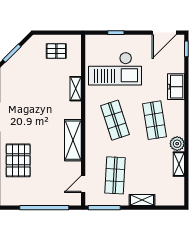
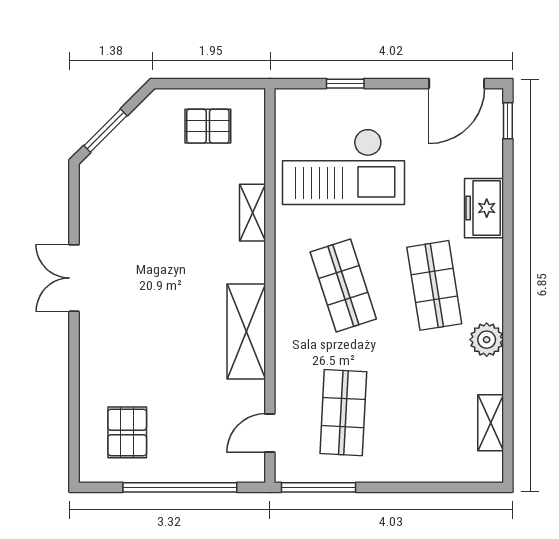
pallet: (18, 160) -> (127, 432), moved, width x0.67, depth x0.71
shelving: (179, 164) -> (491, 423), moved
shelving: (142, 200) -> (405, 470), removed

